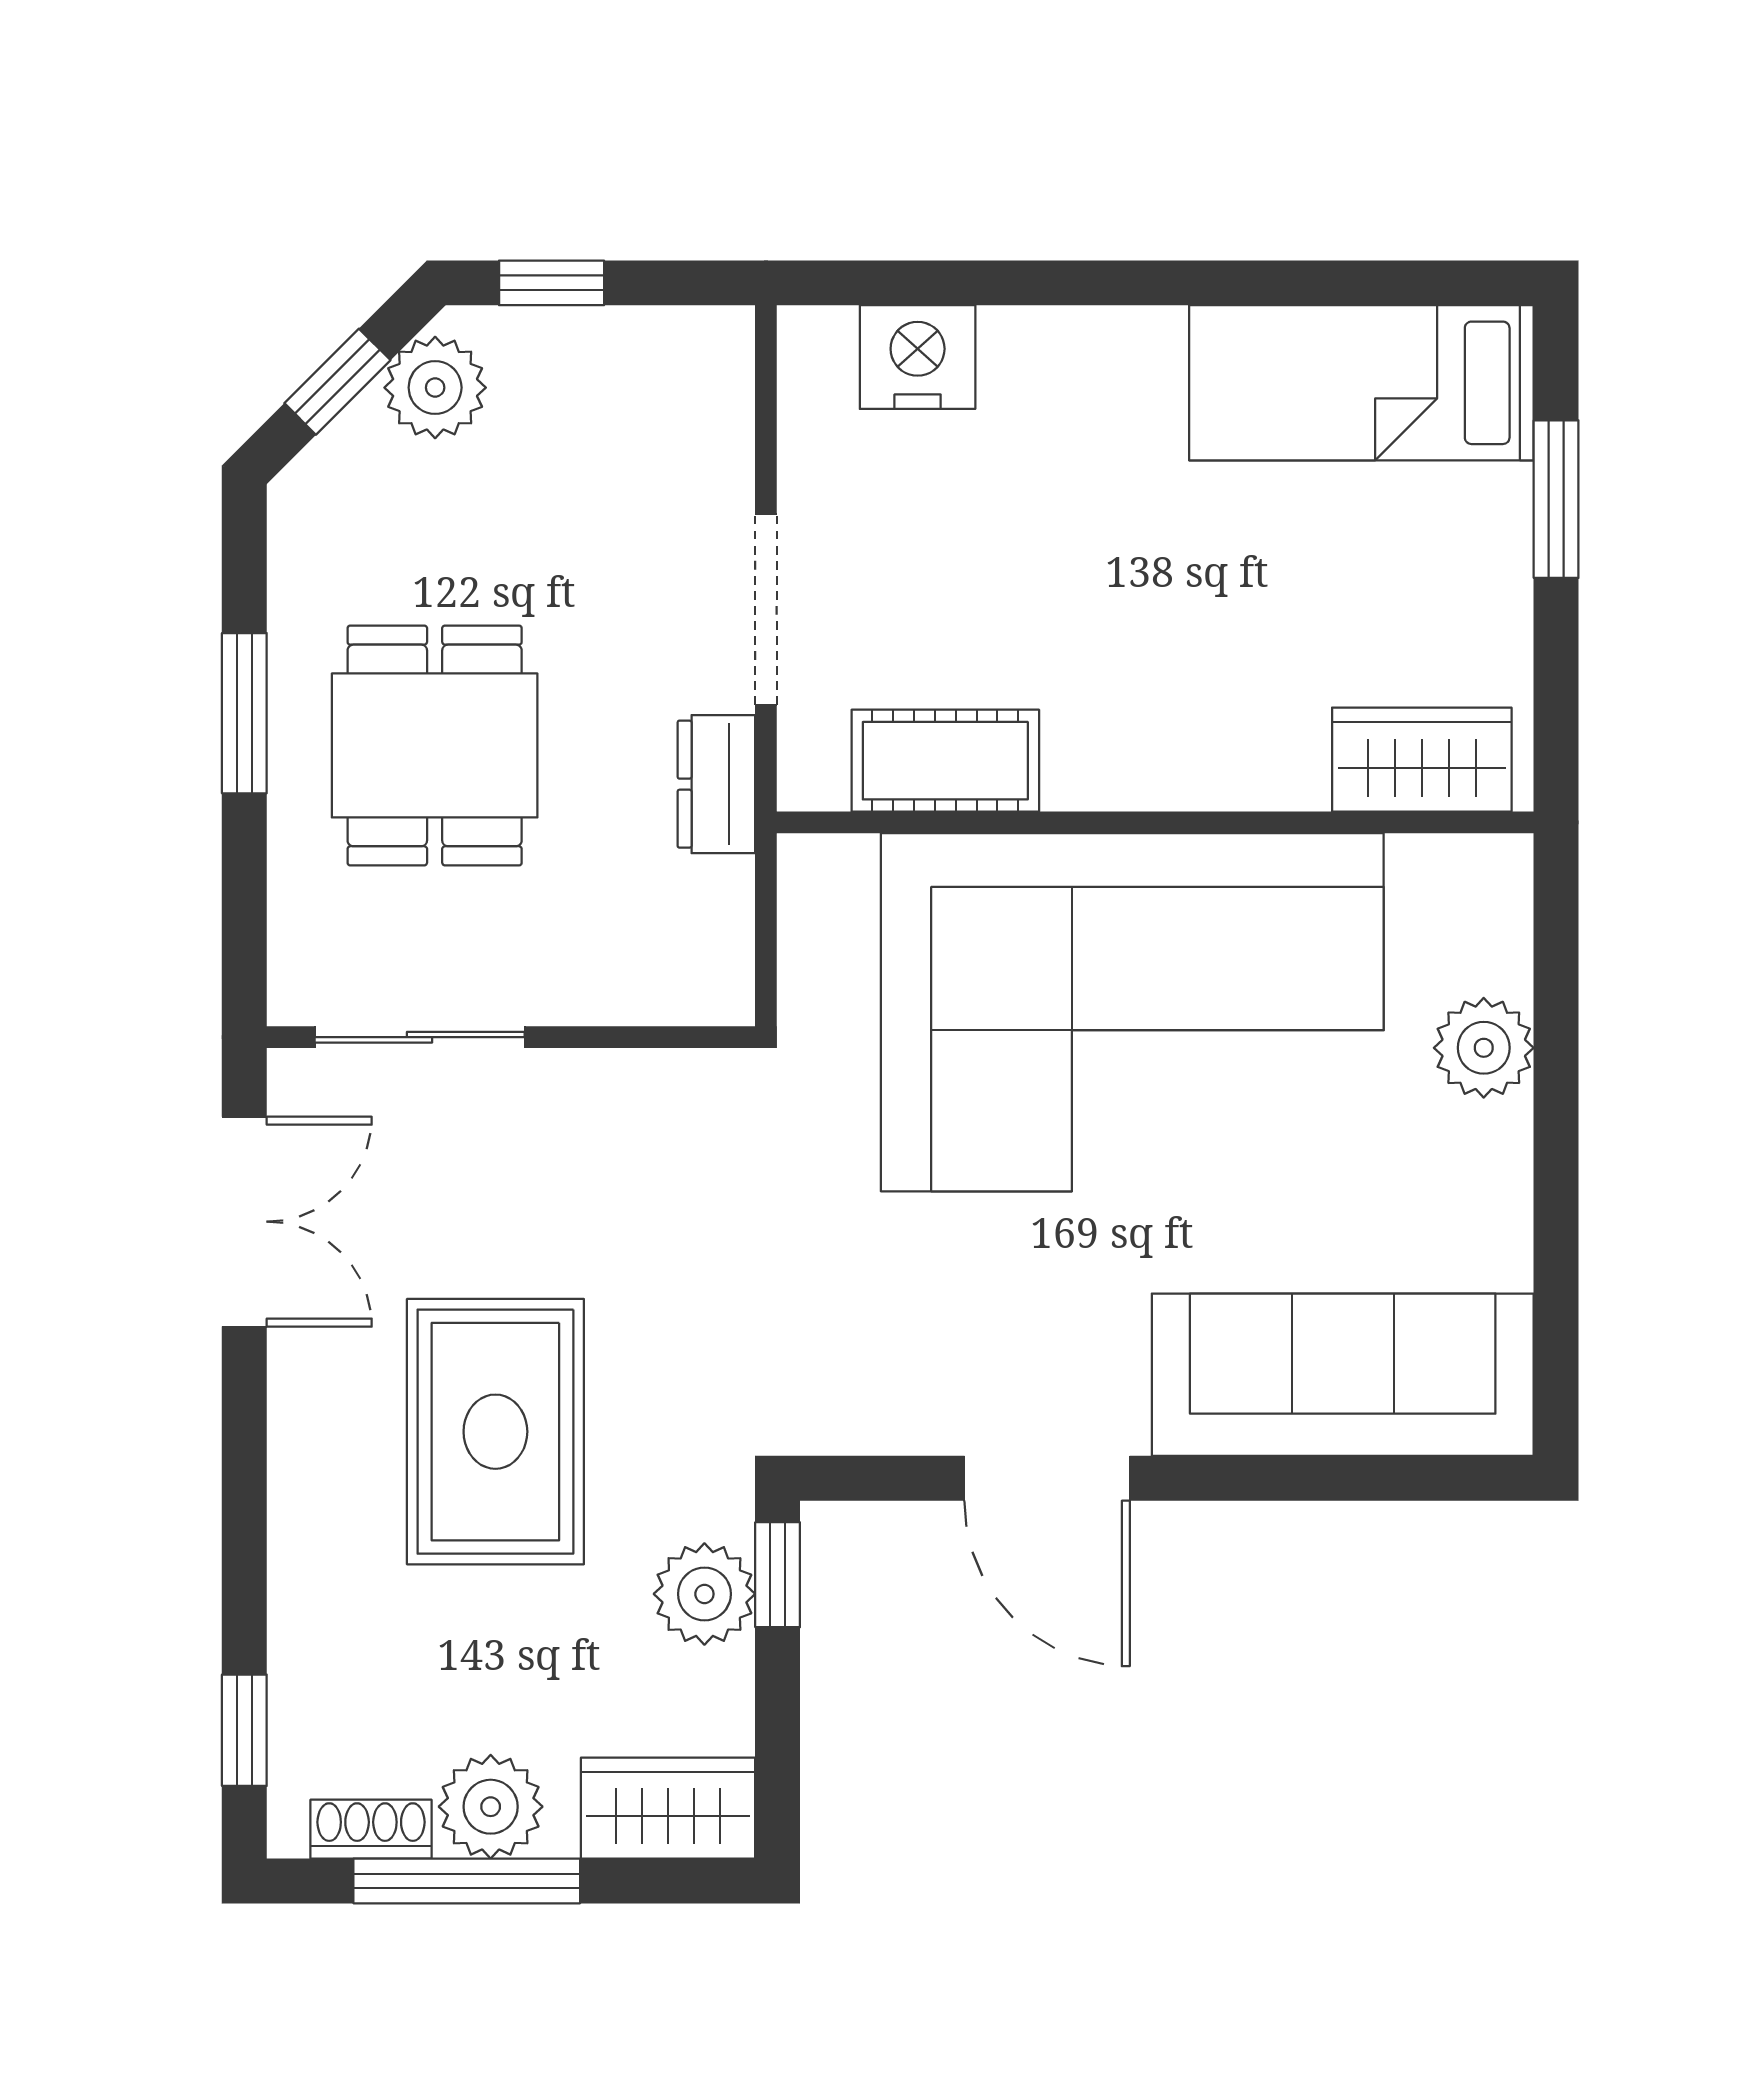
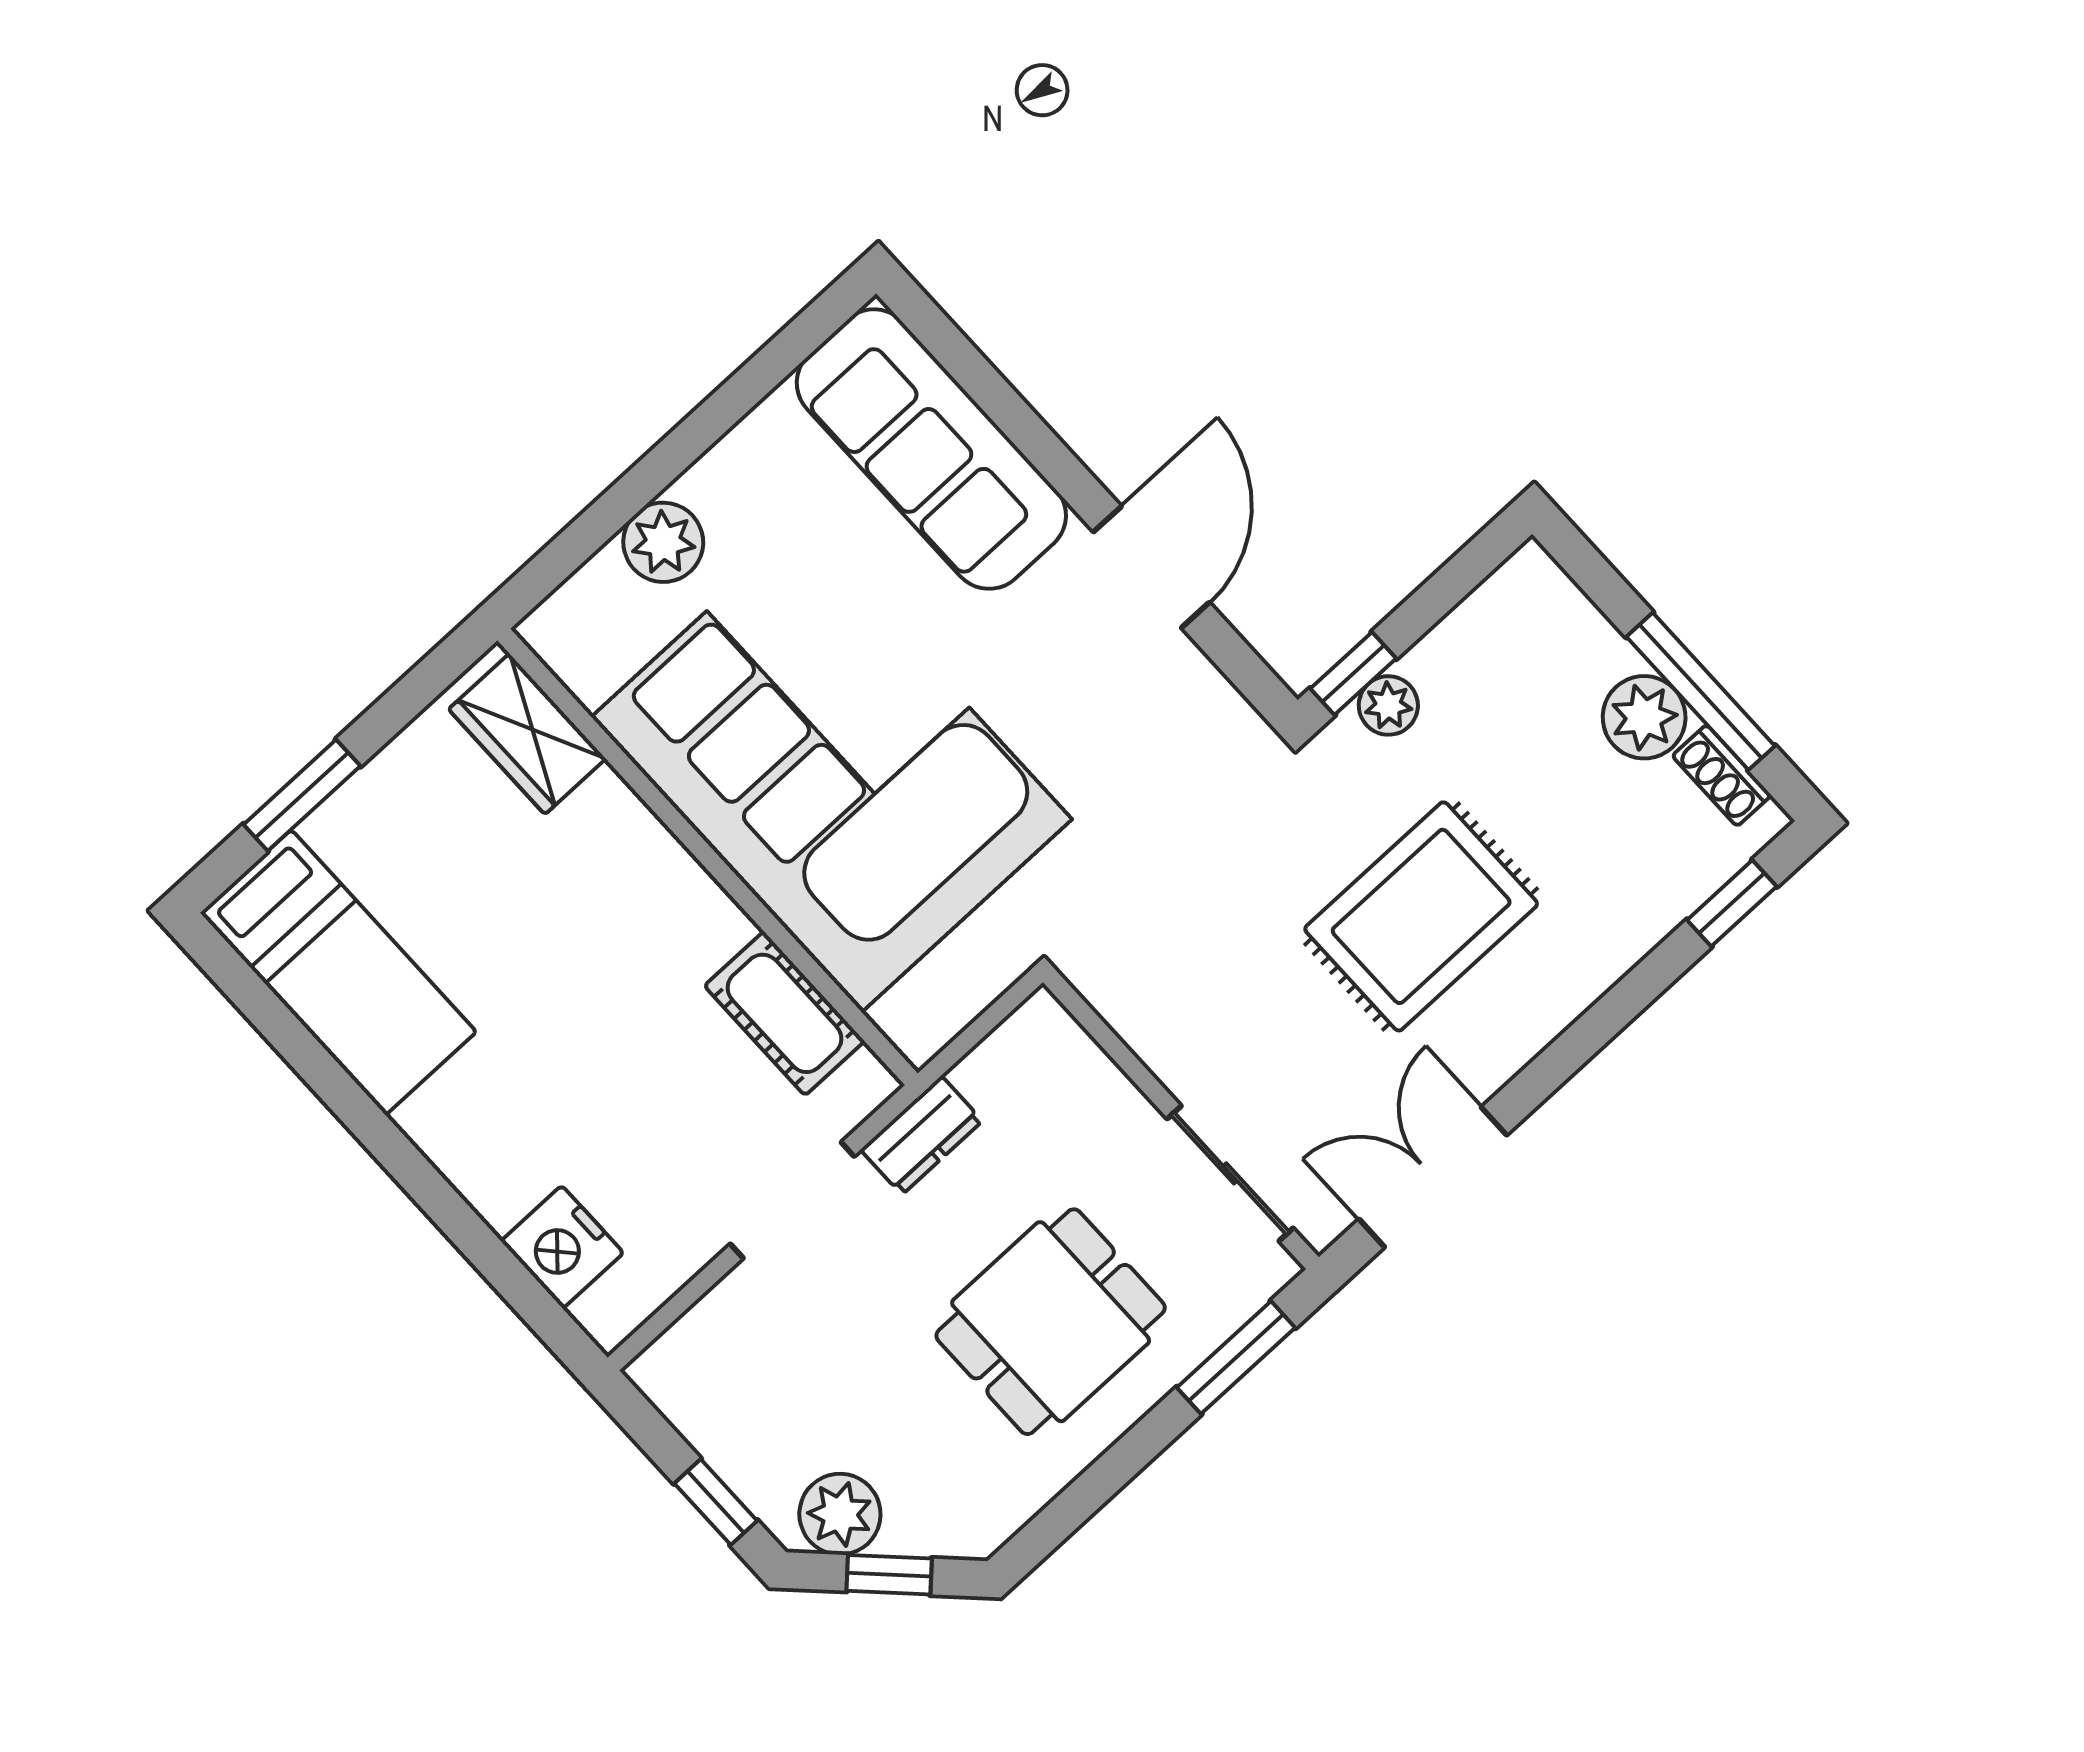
window: (244, 713) -> (1236, 1358), moved
plant: (704, 1594) -> (1388, 705), width x0.73, depth x0.73
wardrobe: (668, 1808) -> (1549, 612), removed

